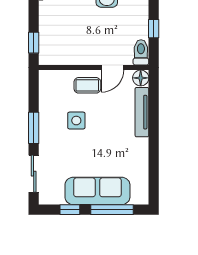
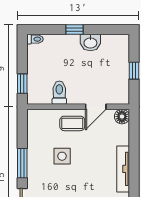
toilet: (141, 52) -> (59, 93), moved
tv unit: (142, 112) -> (123, 169), moved

